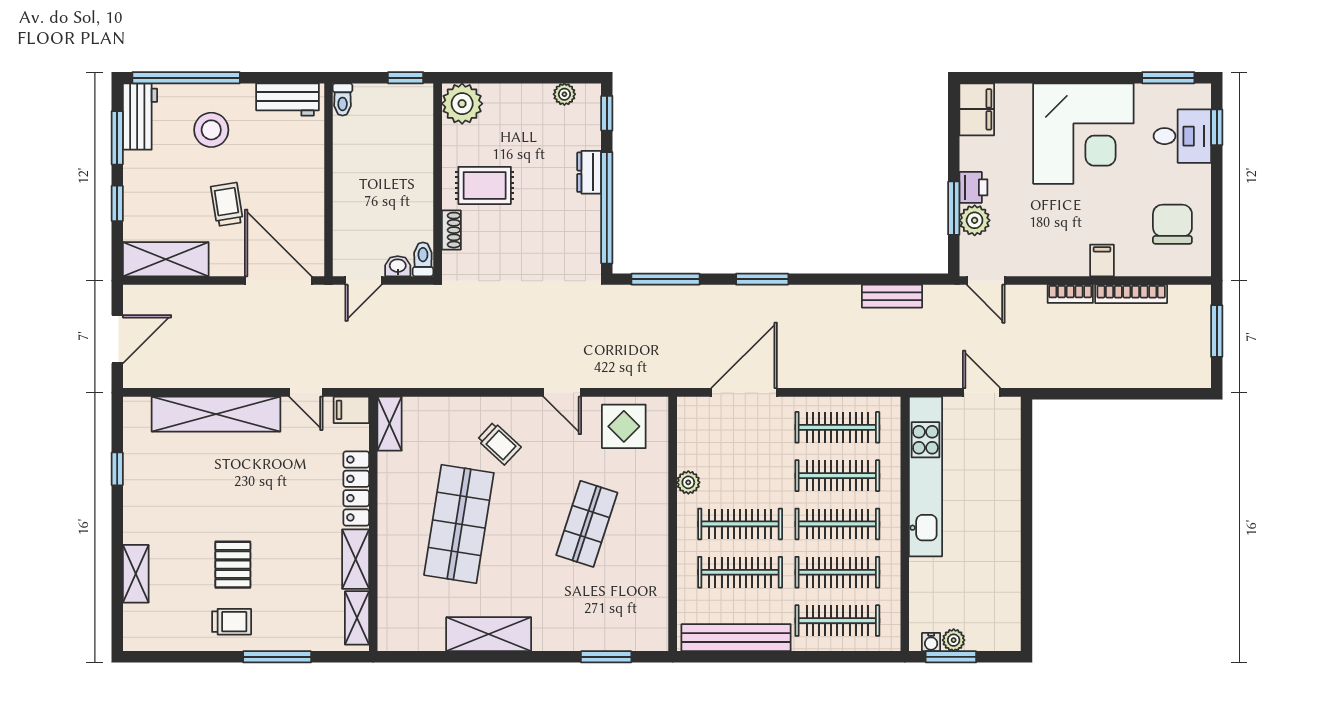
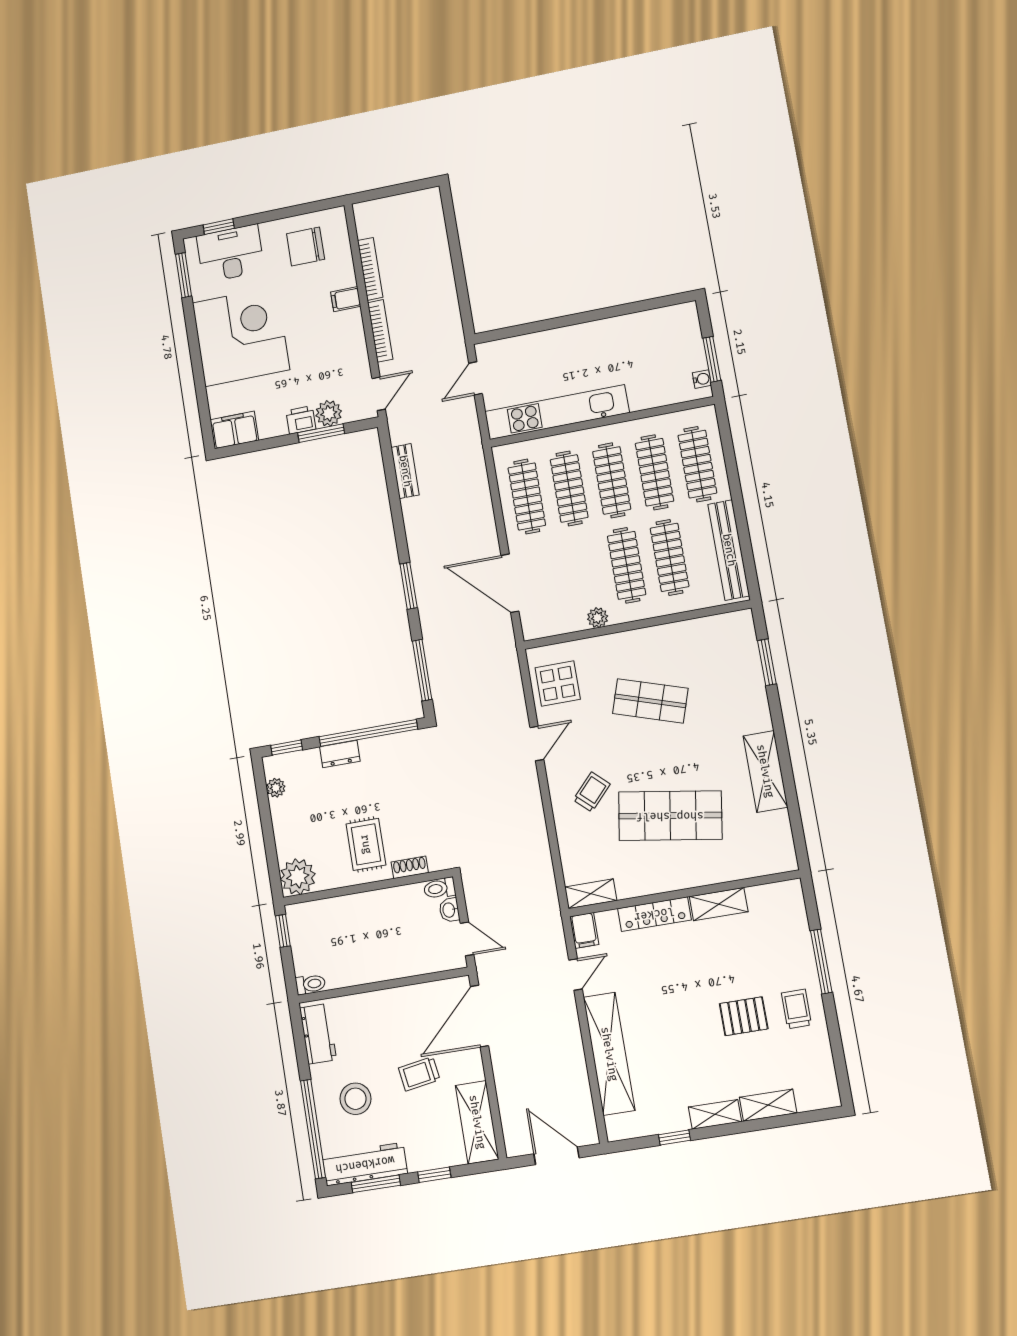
workbench: (140, 116) -> (365, 1164), width x1.38
desk: (1182, 136) -> (230, 253), width x1.37
bookcase: (1070, 294) -> (380, 331), width x1.56
window: (1217, 331) -> (390, 191), removed
shelving: (357, 618) -> (715, 1114), moved
plant: (954, 640) -> (697, 360), removed

